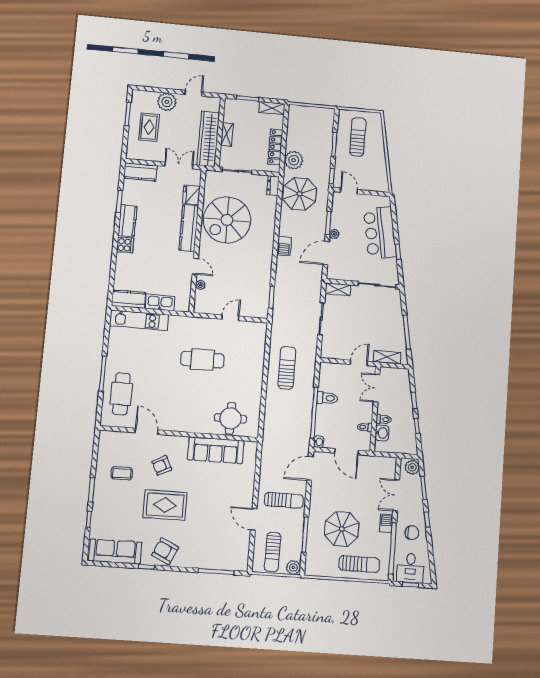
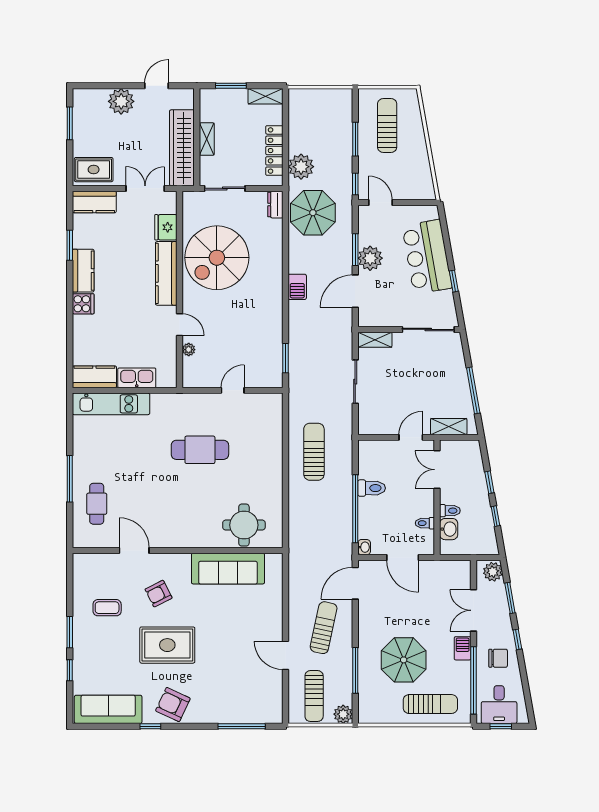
rug: (149, 127) -> (94, 170), moved, turned 90
plant: (334, 234) -> (370, 258), width x1.87, depth x1.87
cafe table: (121, 394) -> (97, 504), width x0.73, depth x0.74
sun lounger: (284, 500) -> (324, 628), turned -78

